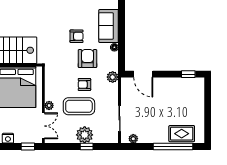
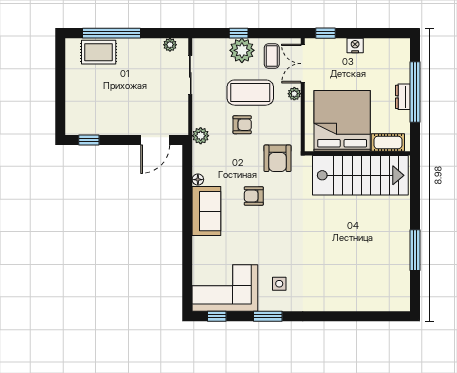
armchair: (87, 59) -> (278, 158), moved
door: (143, 74) -> (155, 140), swing flipped
coffee table: (64, 131) -> (272, 56), added

